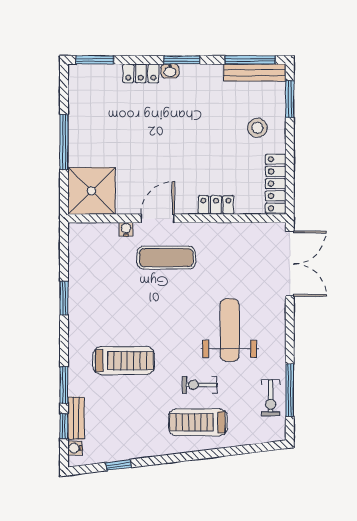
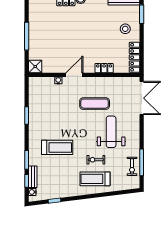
shower: (92, 191) -> (35, 66), width x0.54, depth x0.54
exercise mat: (166, 258) -> (95, 104), moved

